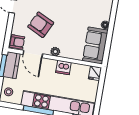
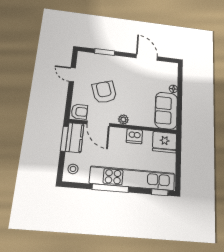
armchair: (41, 25) -> (104, 92), turned 46
fridge: (95, 73) -> (165, 142), width x1.88, depth x1.34

